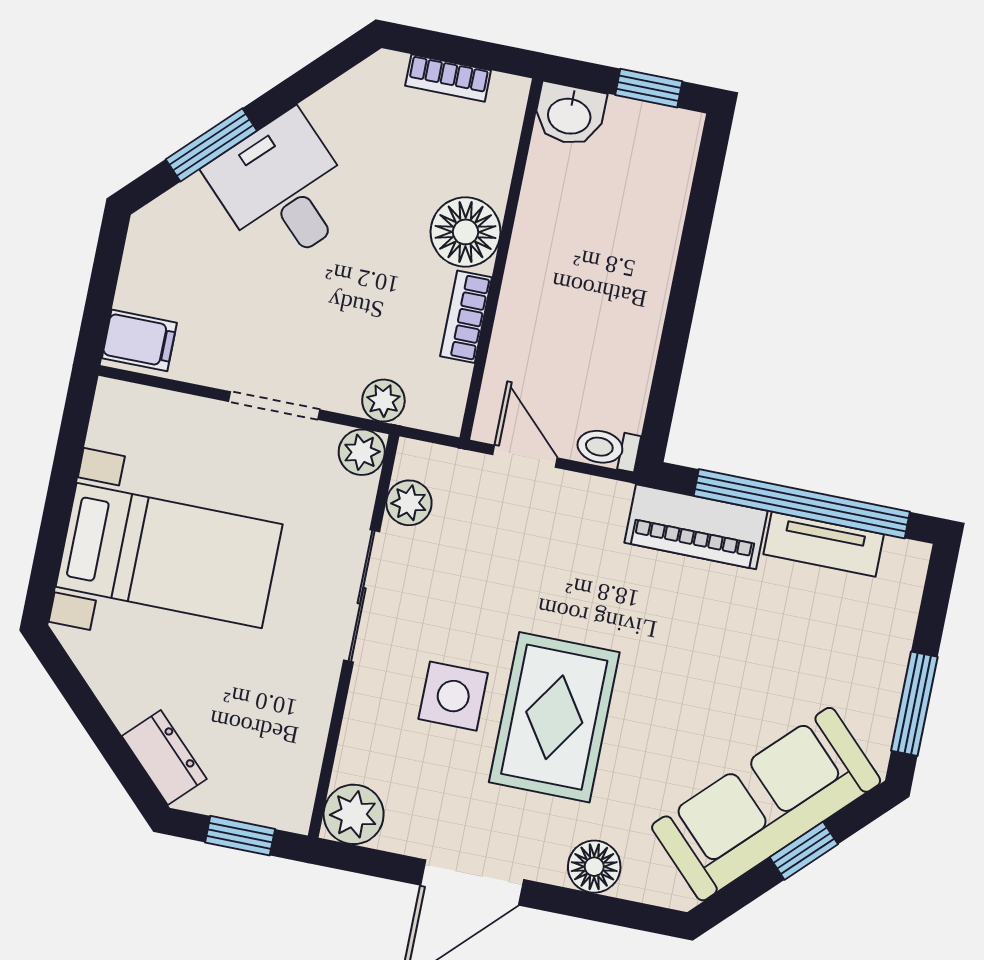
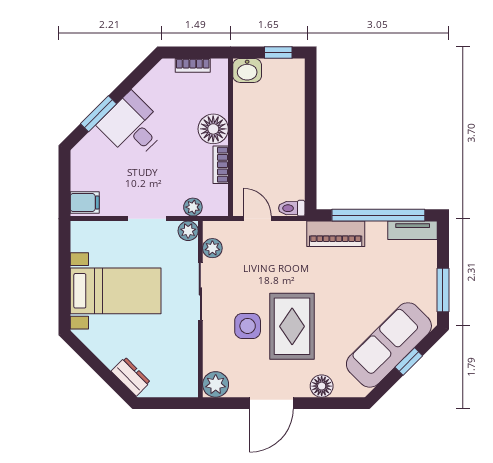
tv unit: (824, 544) -> (413, 230), moved
window: (240, 836) -> (169, 403), removed

